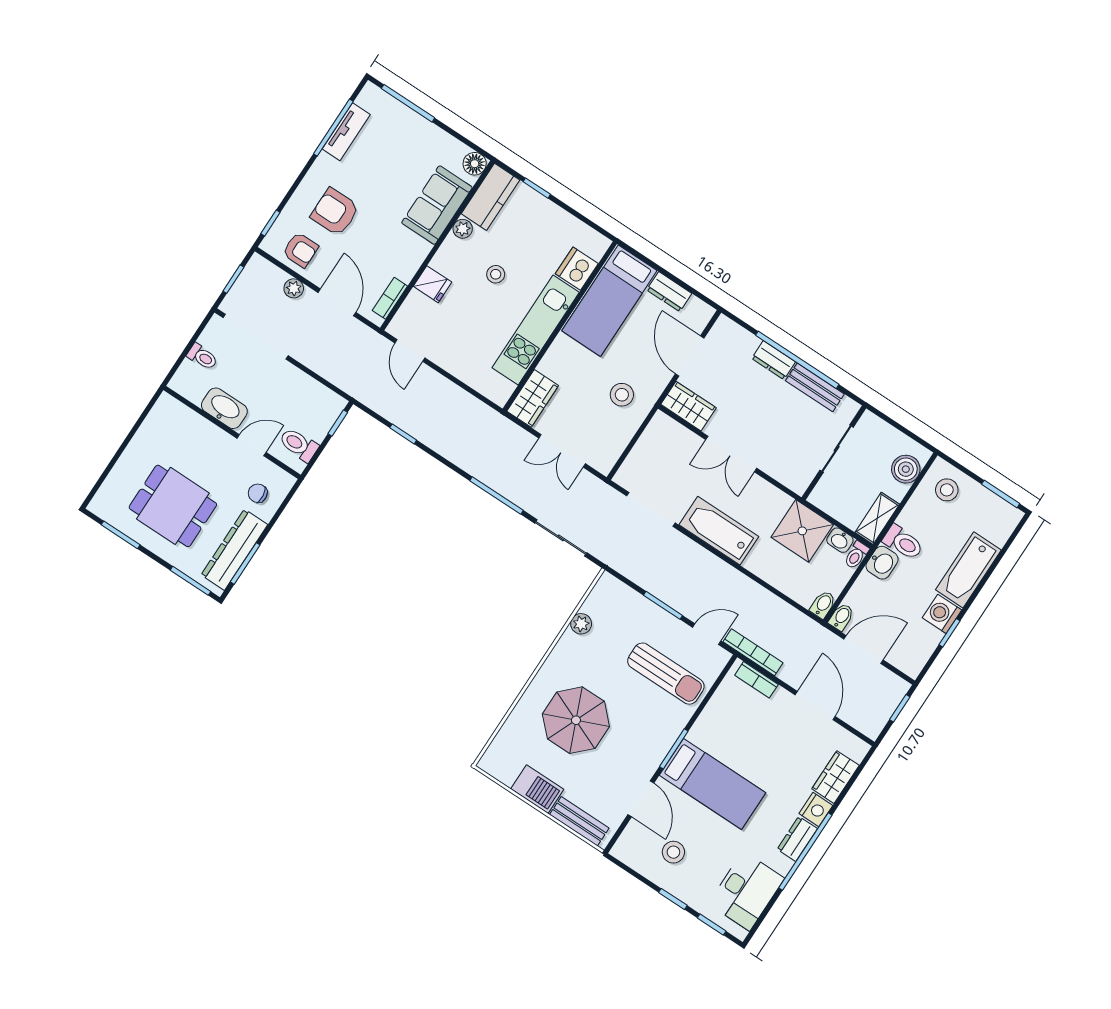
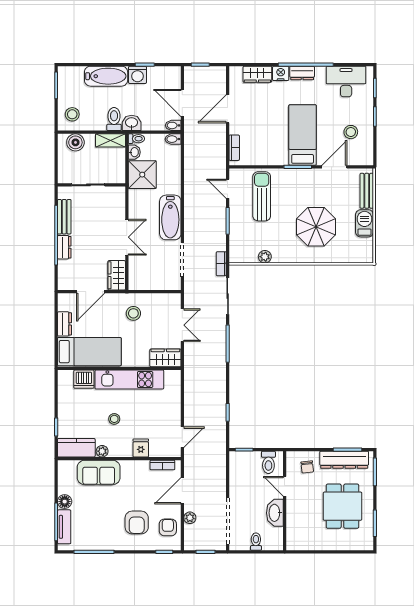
tv unit: (346, 132) -> (64, 527), moved, turned 90
floor lamp: (475, 164) -> (65, 502), moved
bookcase: (753, 652) -> (221, 264), moved, width x0.64

